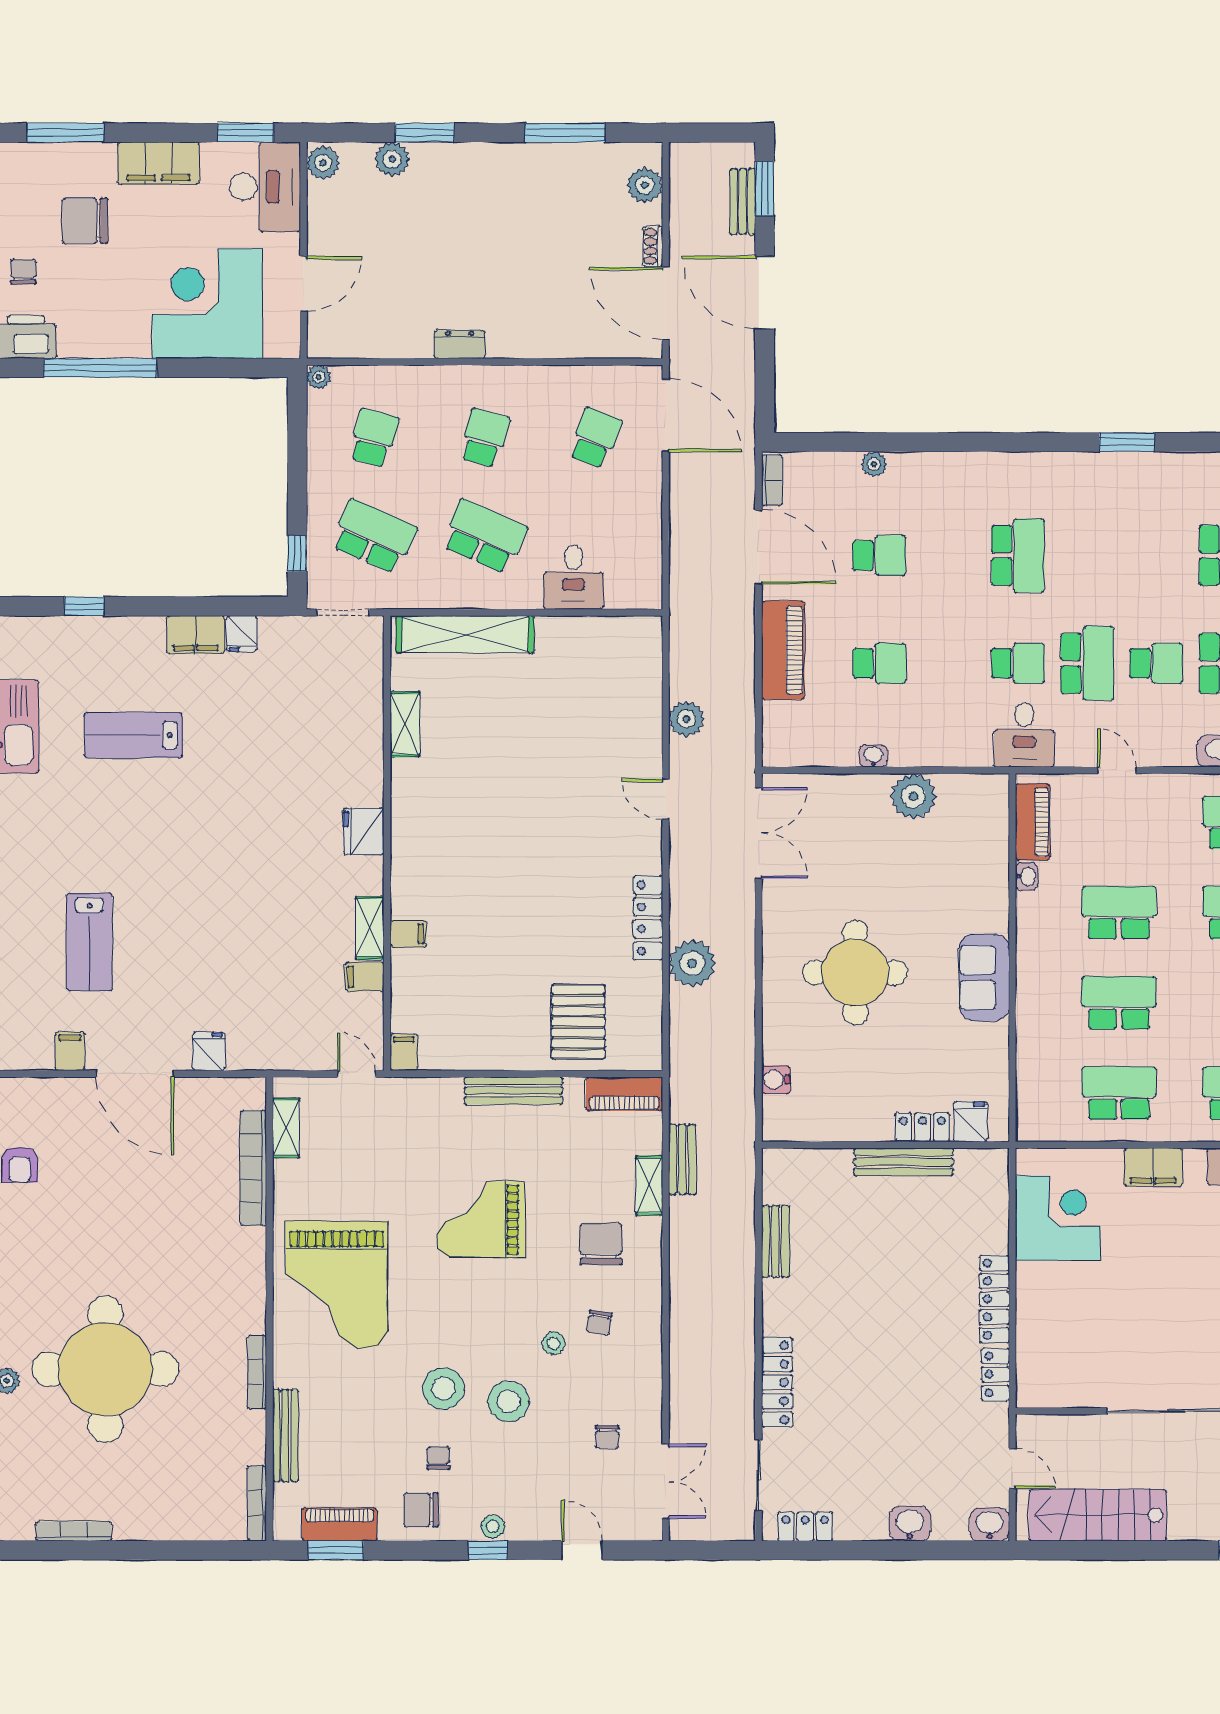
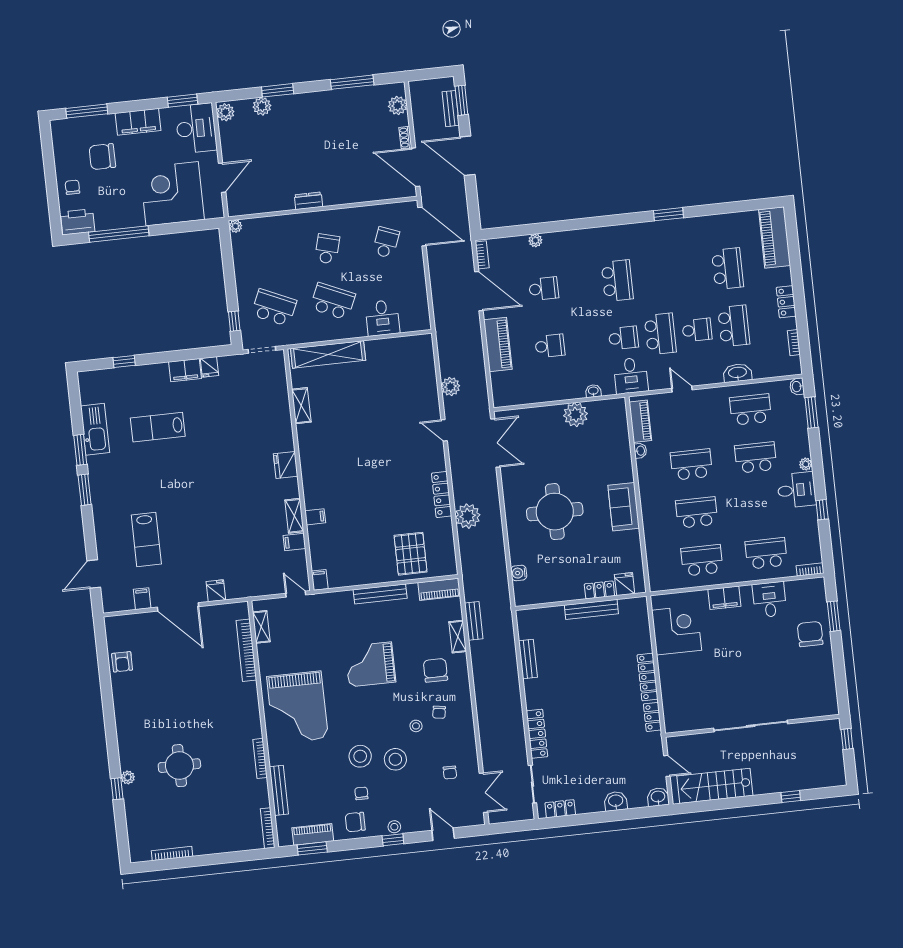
school desk: (374, 438) -> (268, 255), removed
washbasin: (873, 756) -> (593, 391), moved
round table: (105, 1369) -> (179, 766), width x0.54, depth x0.54

